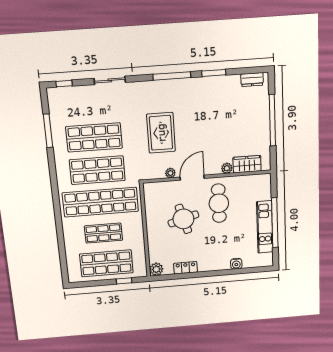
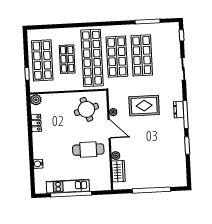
dresser: (252, 80) -> (179, 110), moved
round table: (183, 219) -> (86, 109), moved

